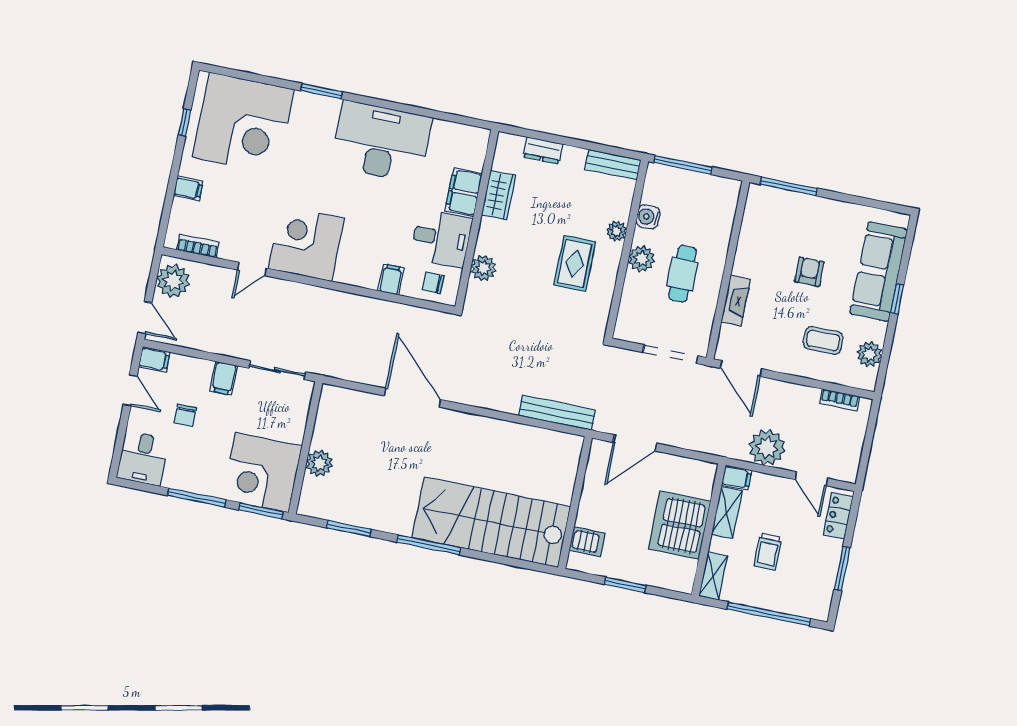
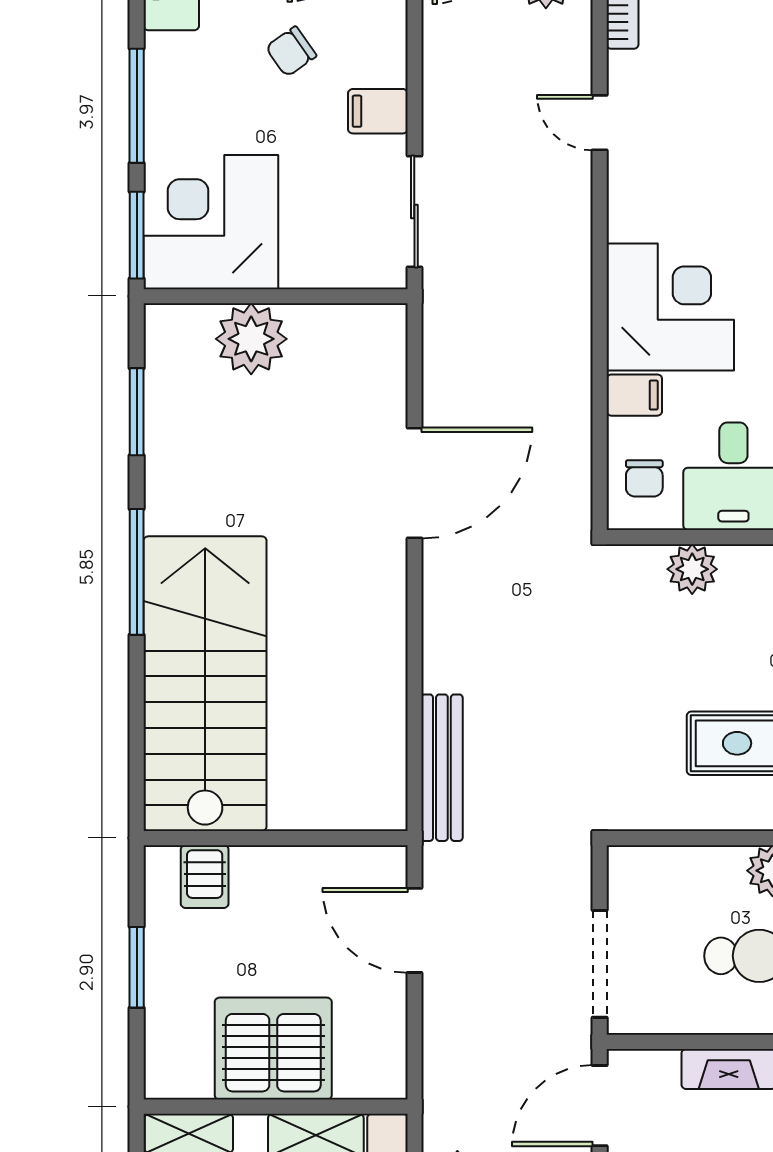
corner desk: (306, 244) -> (670, 307), moved
chair: (433, 283) -> (644, 478), turned 180
chair: (185, 415) -> (291, 51), turned -35
plant: (319, 463) -> (251, 339), width x1.36, depth x1.36

